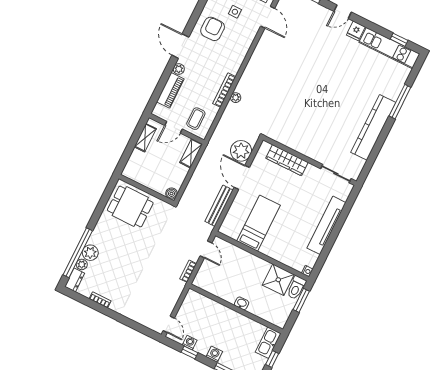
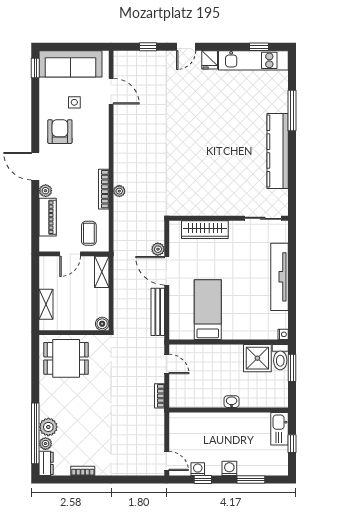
shelving: (145, 138) -> (46, 304), moved
plant: (241, 151) -> (158, 249), width x0.53, depth x0.53

